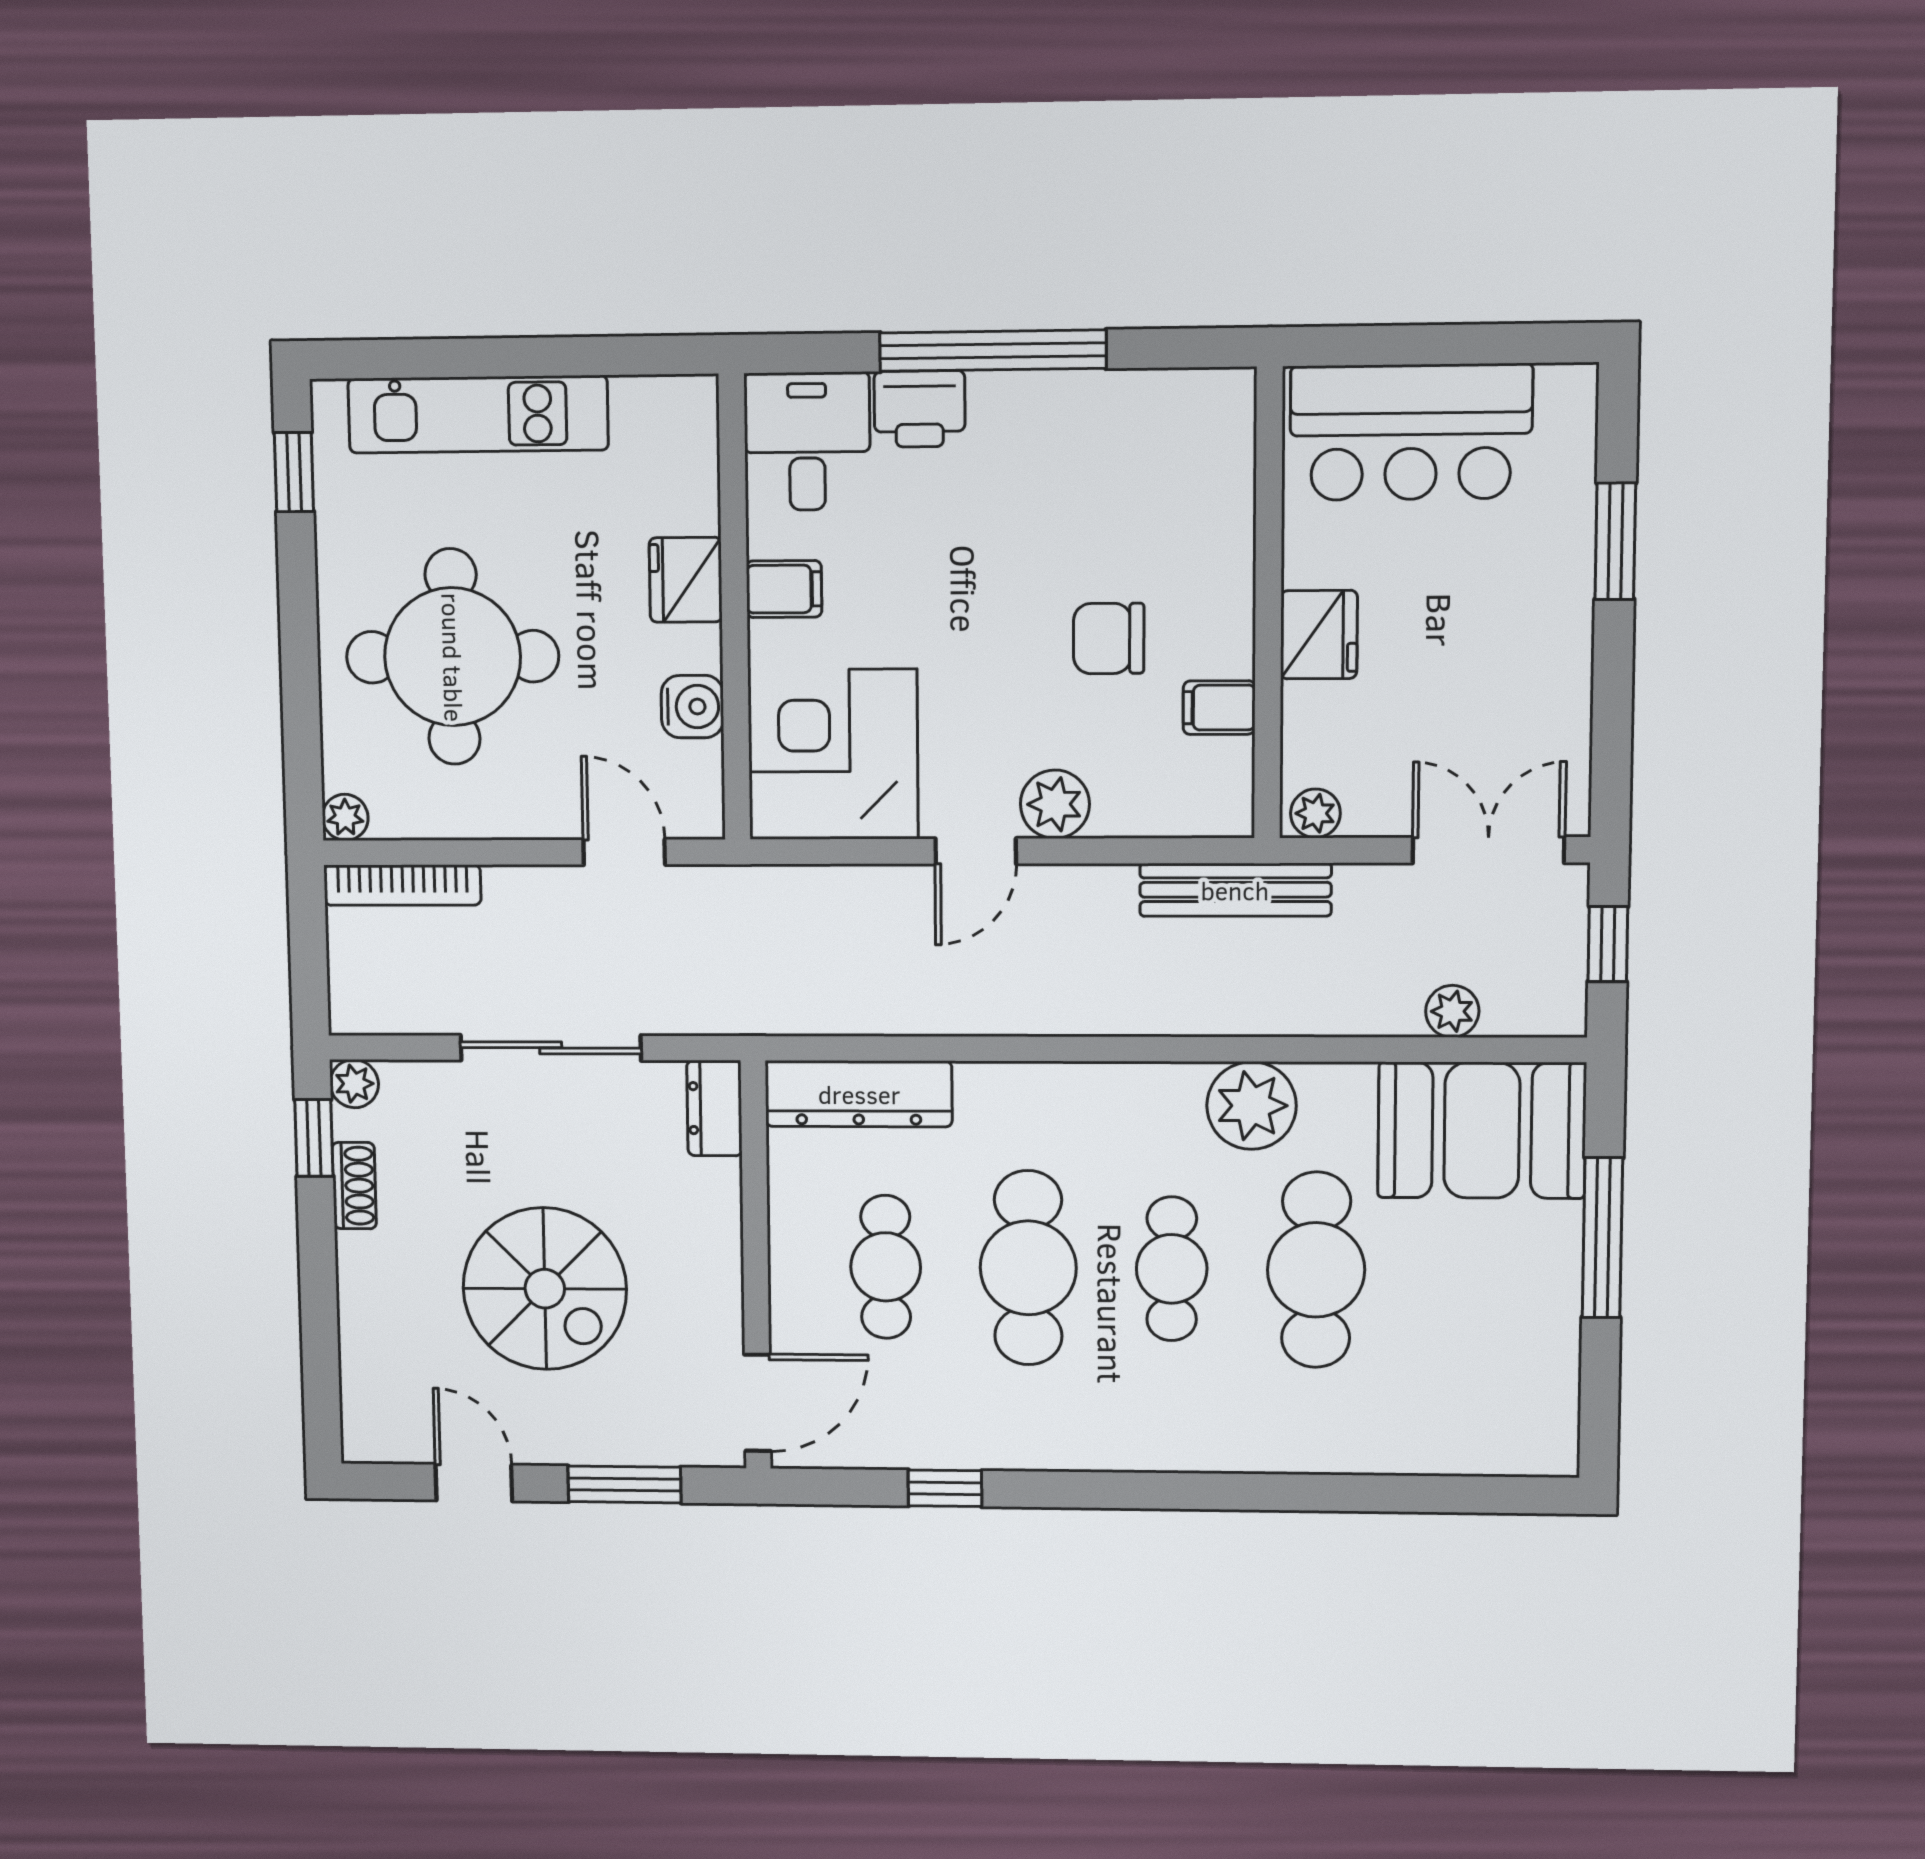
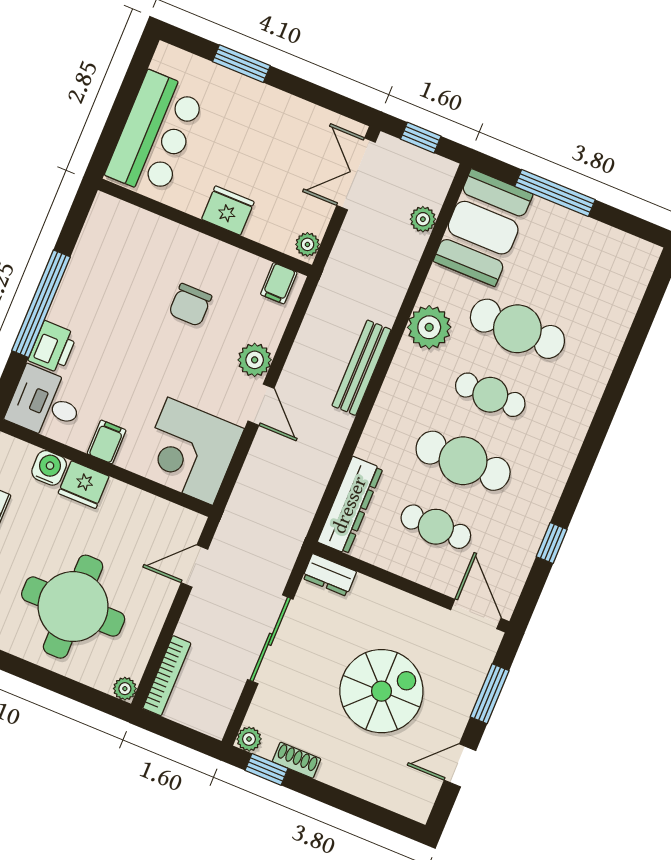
water cooler: (692, 707) -> (49, 468), moved
filing cabinet: (1219, 708) -> (279, 283), moved
bench: (1235, 890) -> (361, 368), moved

